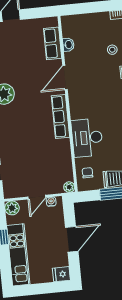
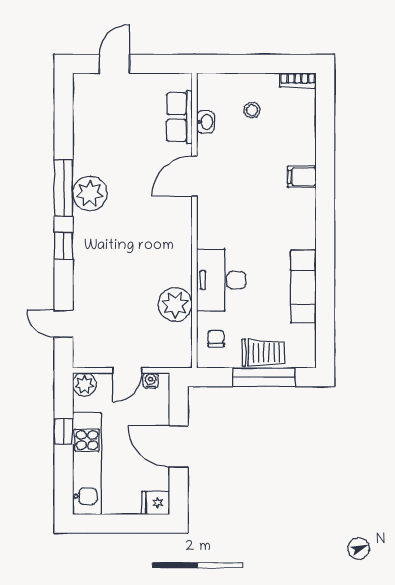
stool: (112, 50) -> (252, 110), moved
row of seats: (61, 117) -> (180, 240), removed
plant: (69, 187) -> (175, 305), moved, width x1.87, depth x1.87
door: (72, 239) -> (179, 446), swing flipped

